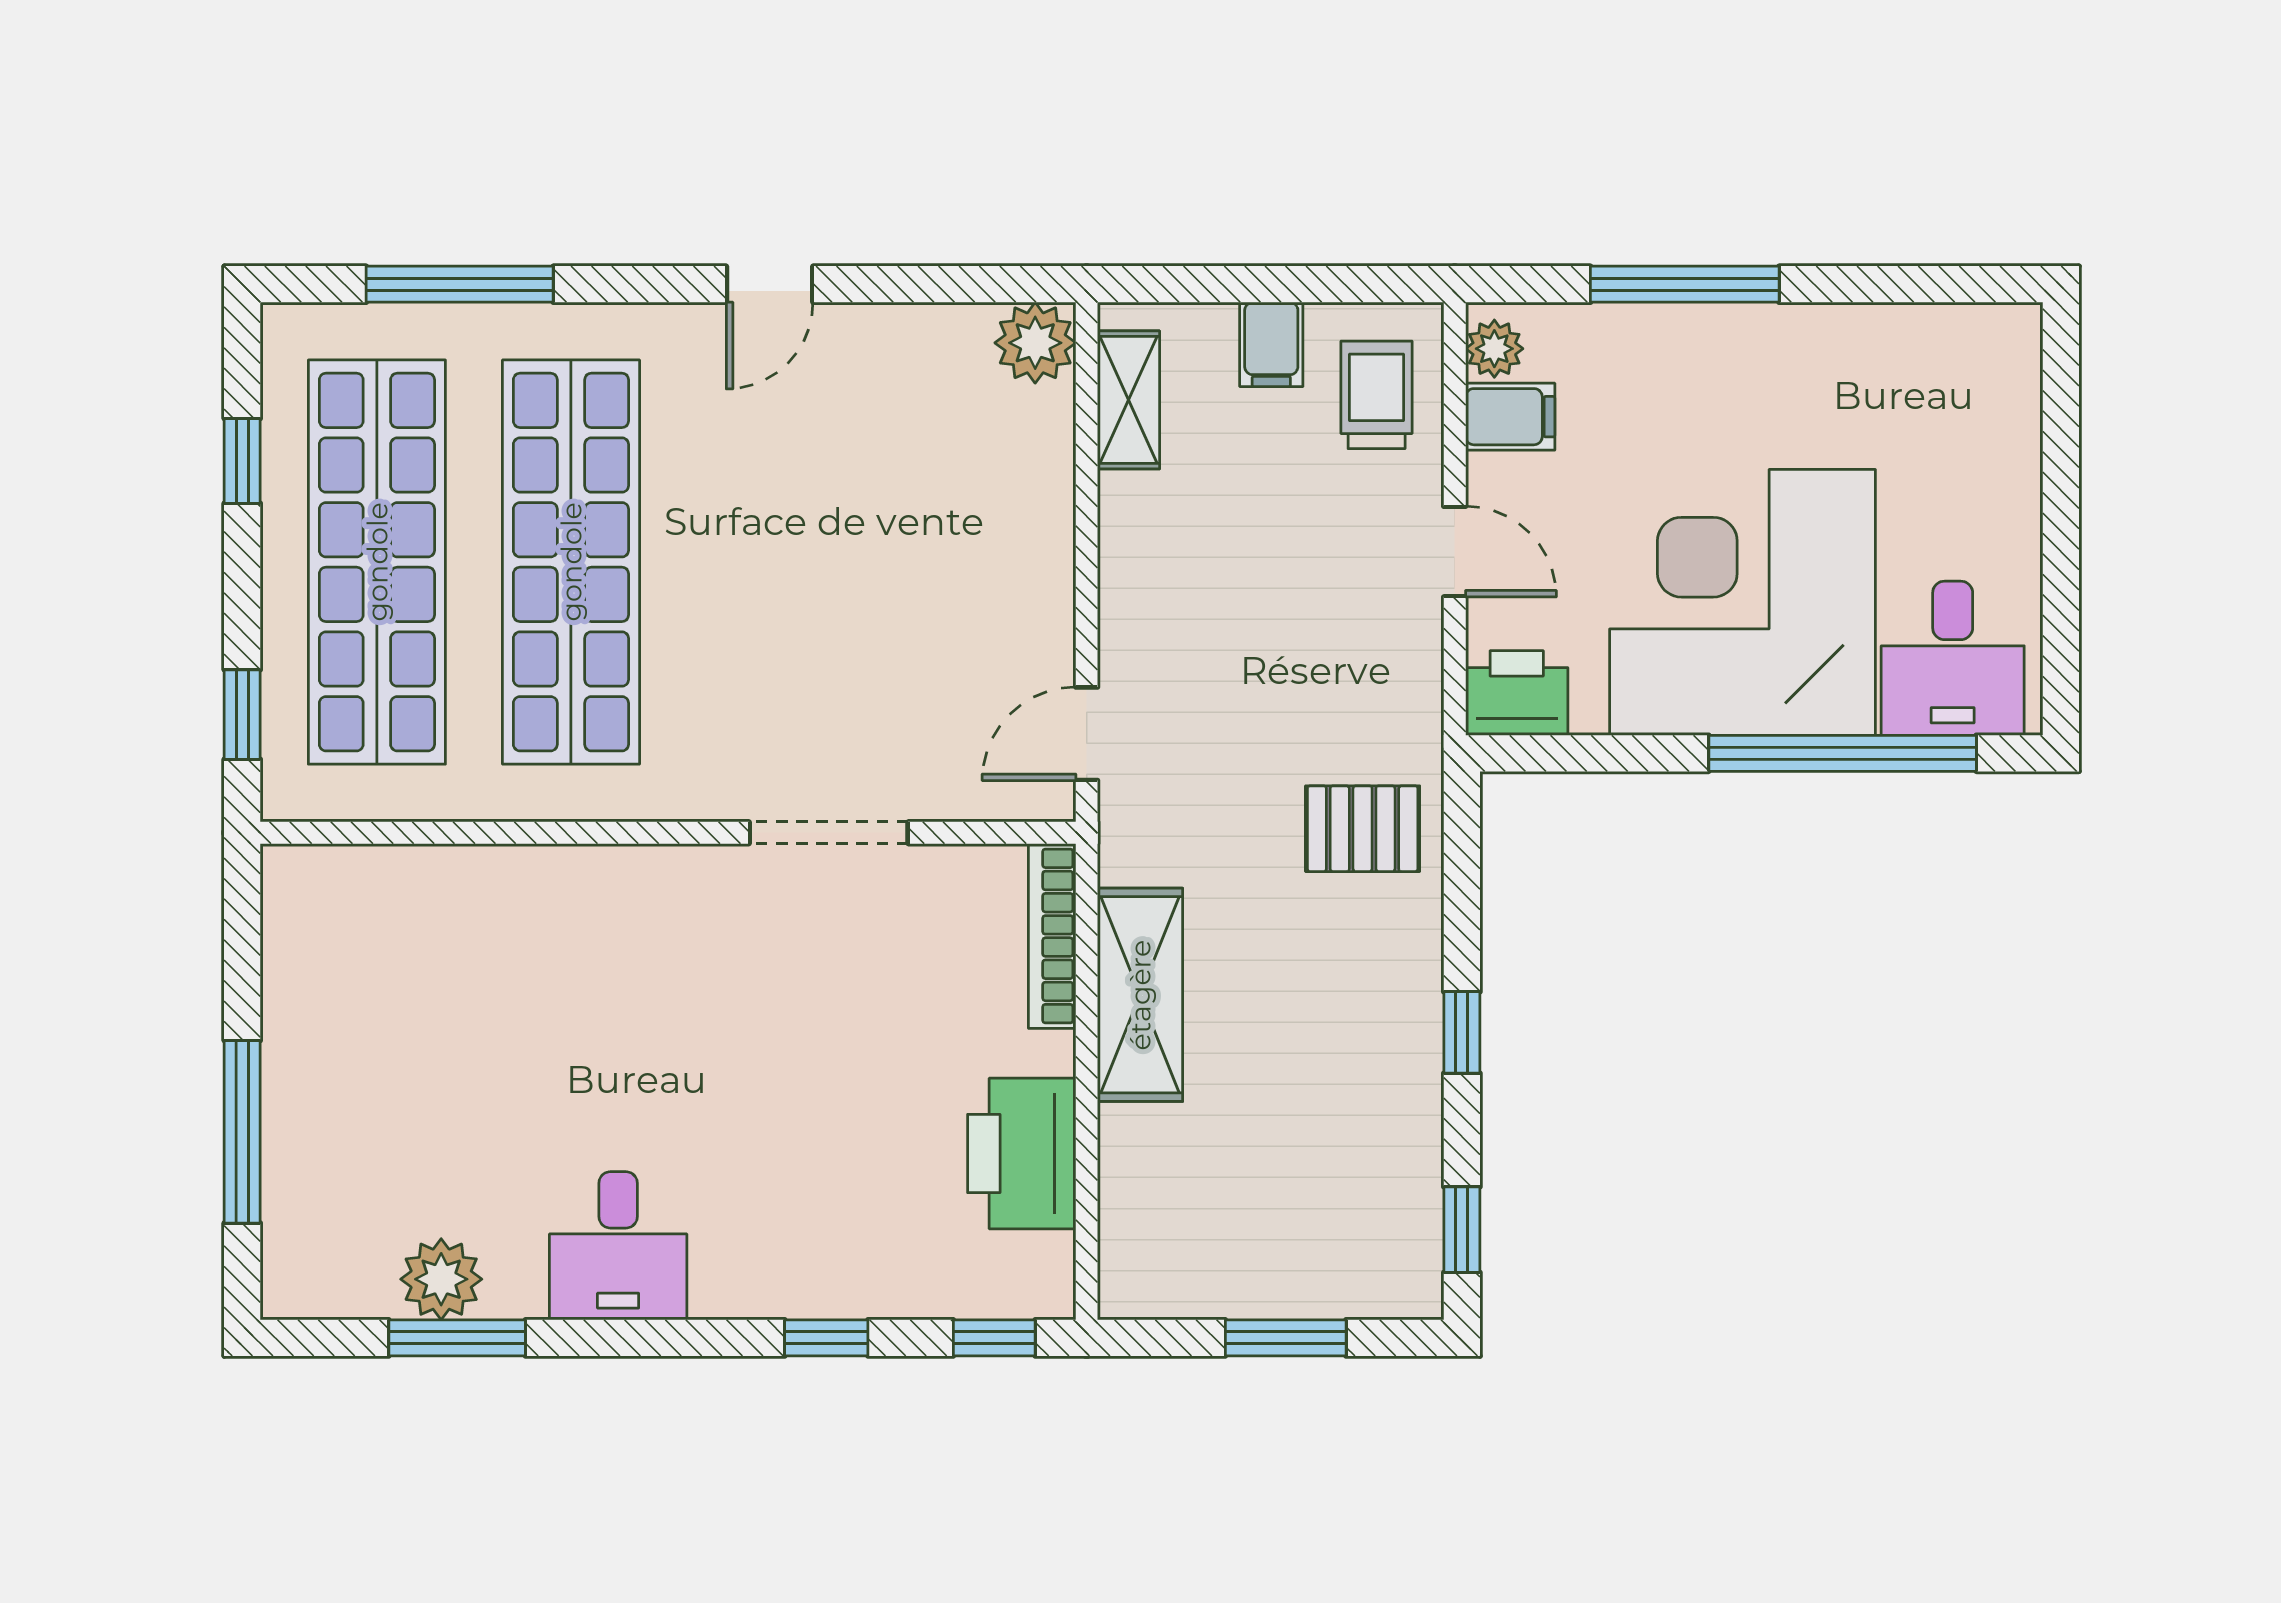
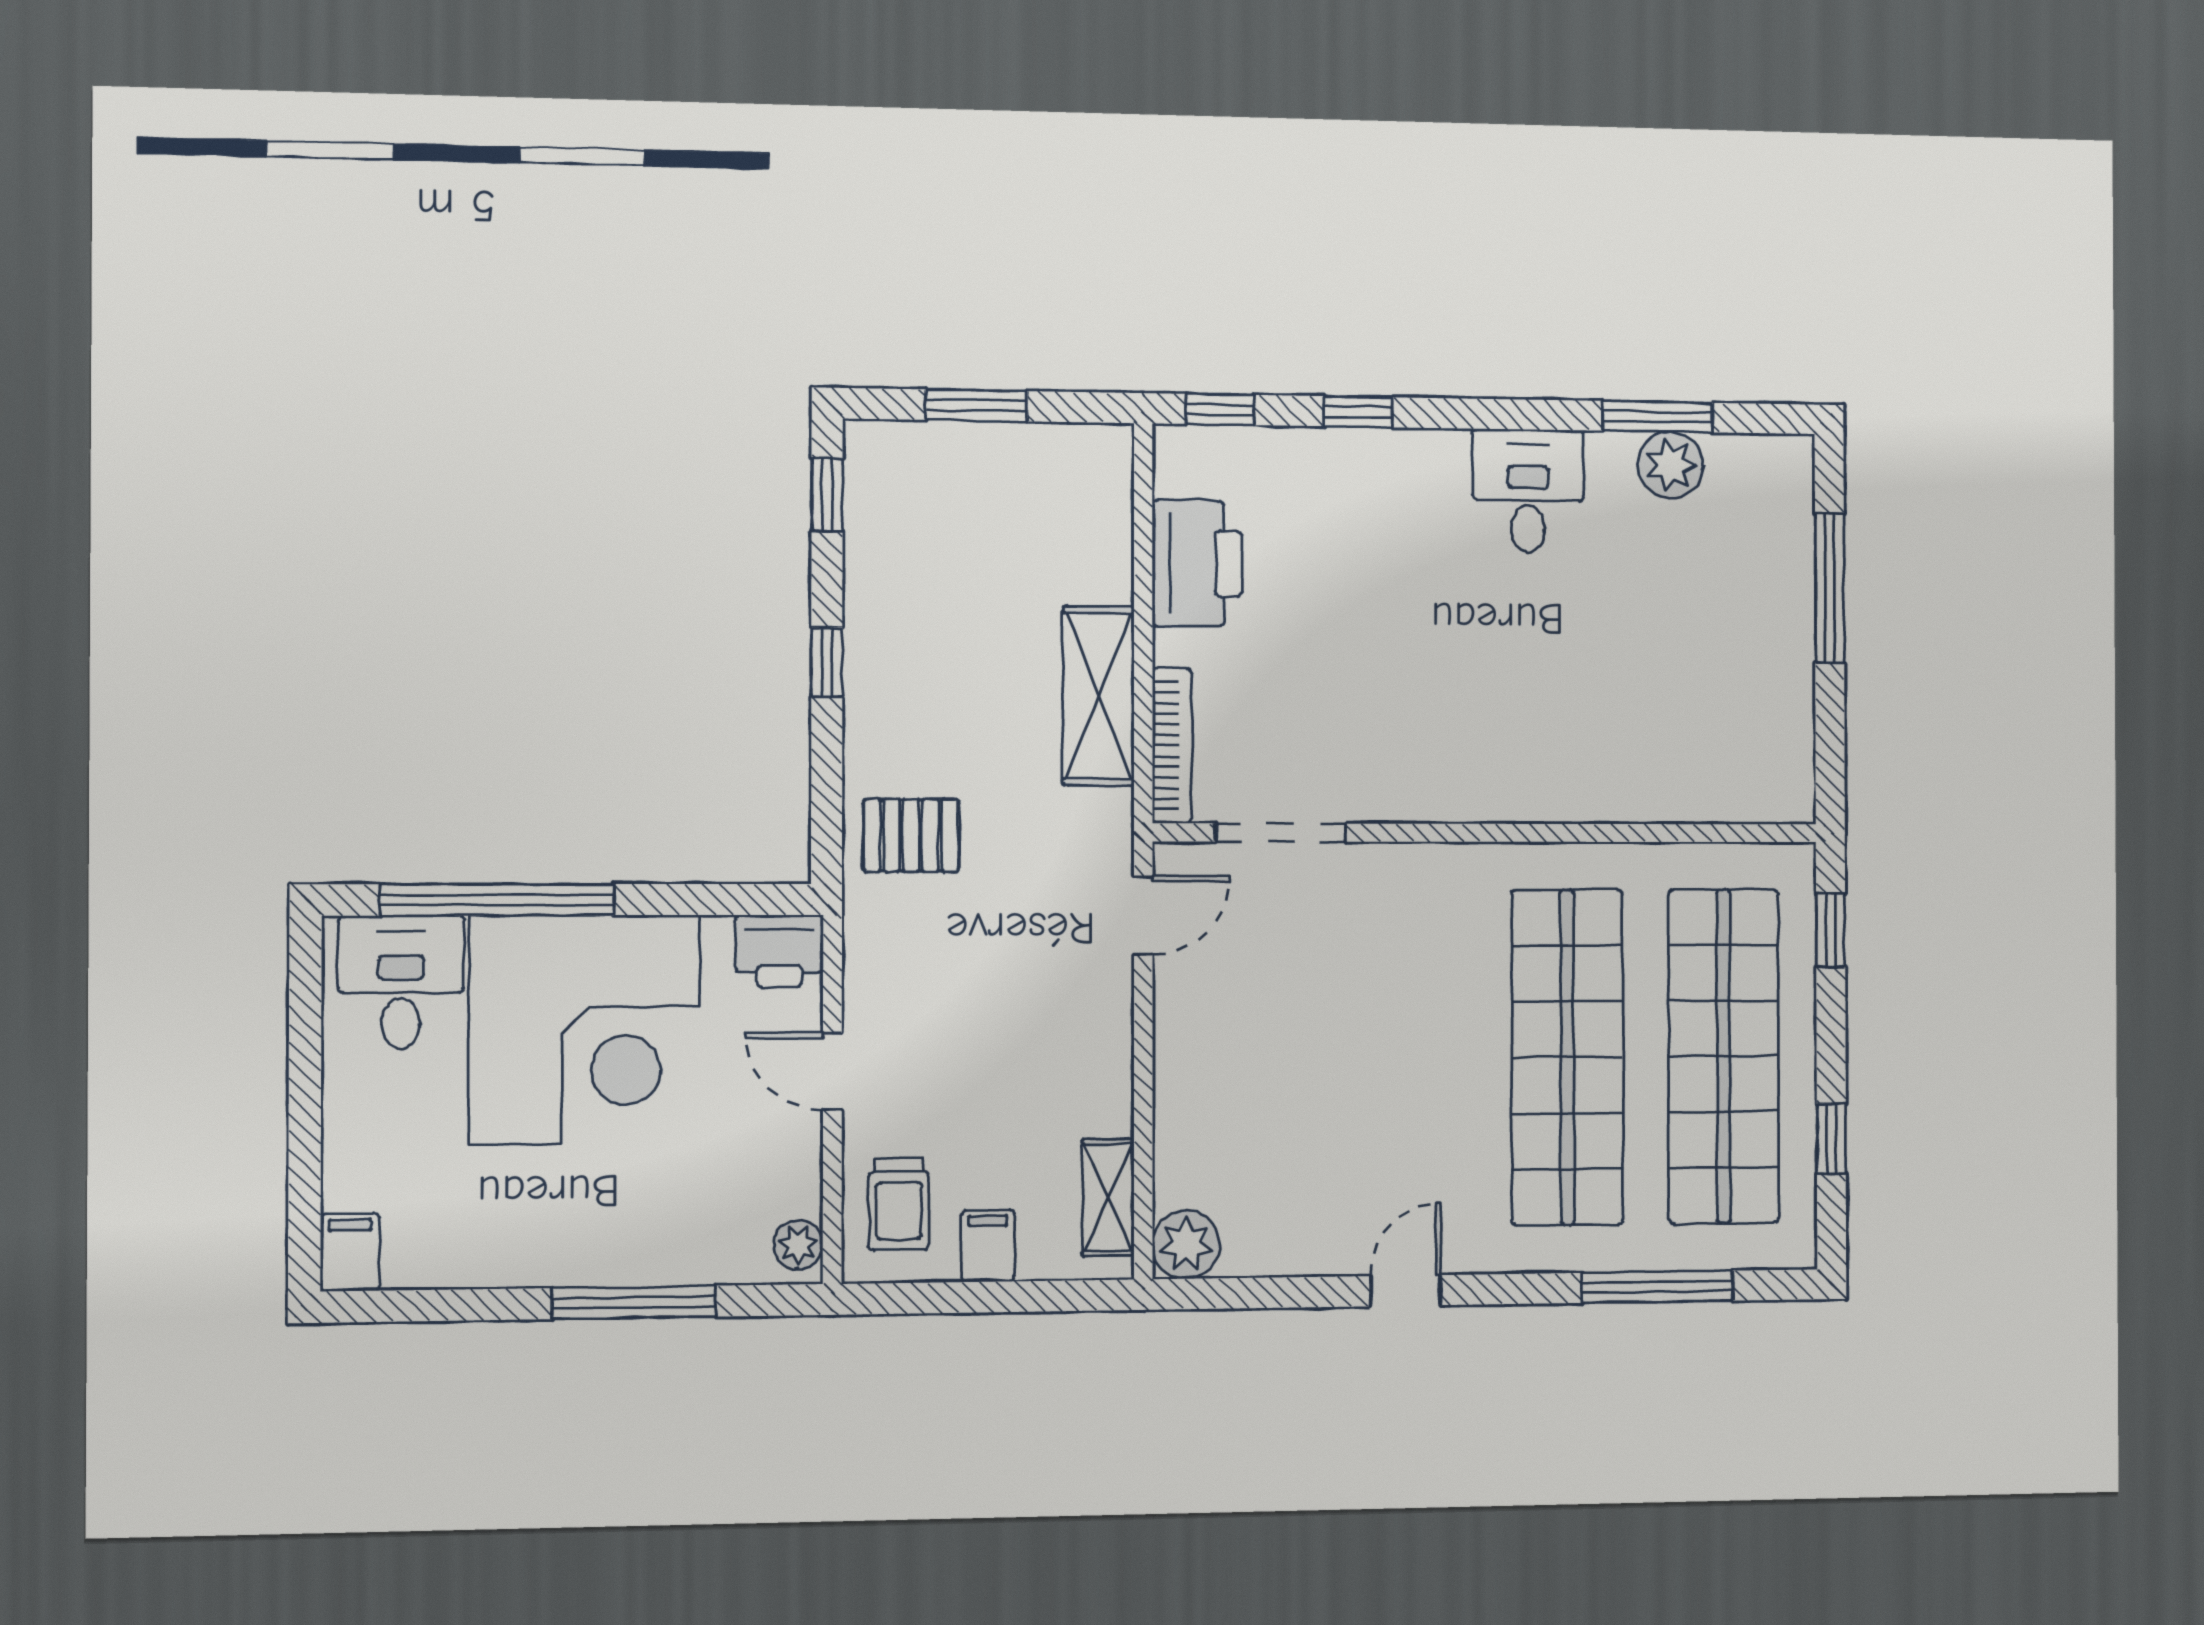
filing cabinet: (1510, 417) -> (350, 1252), moved, turned 90
doorway: (829, 833) -> (1281, 832), moved

